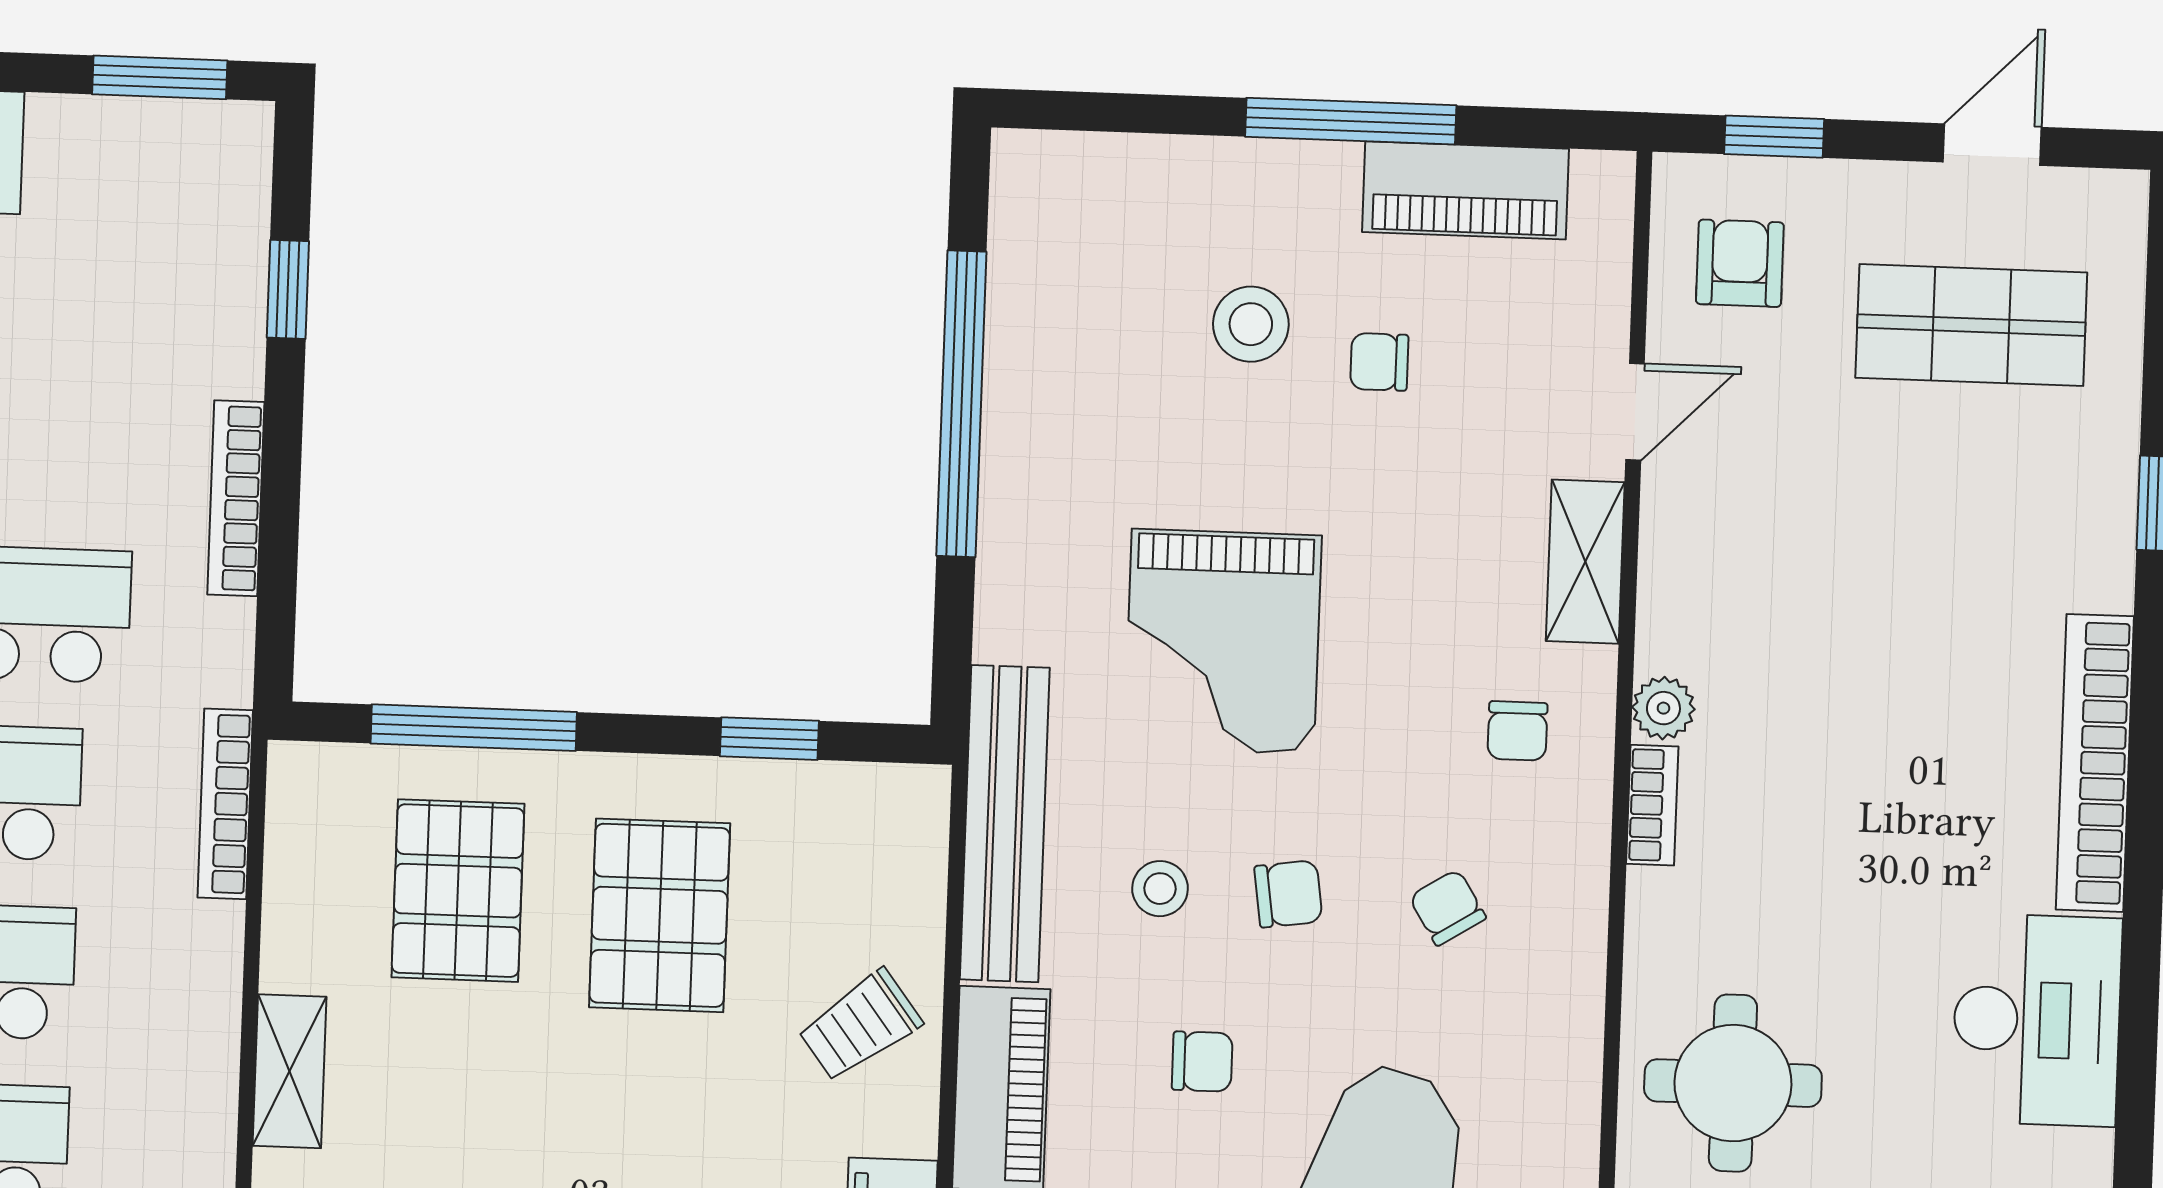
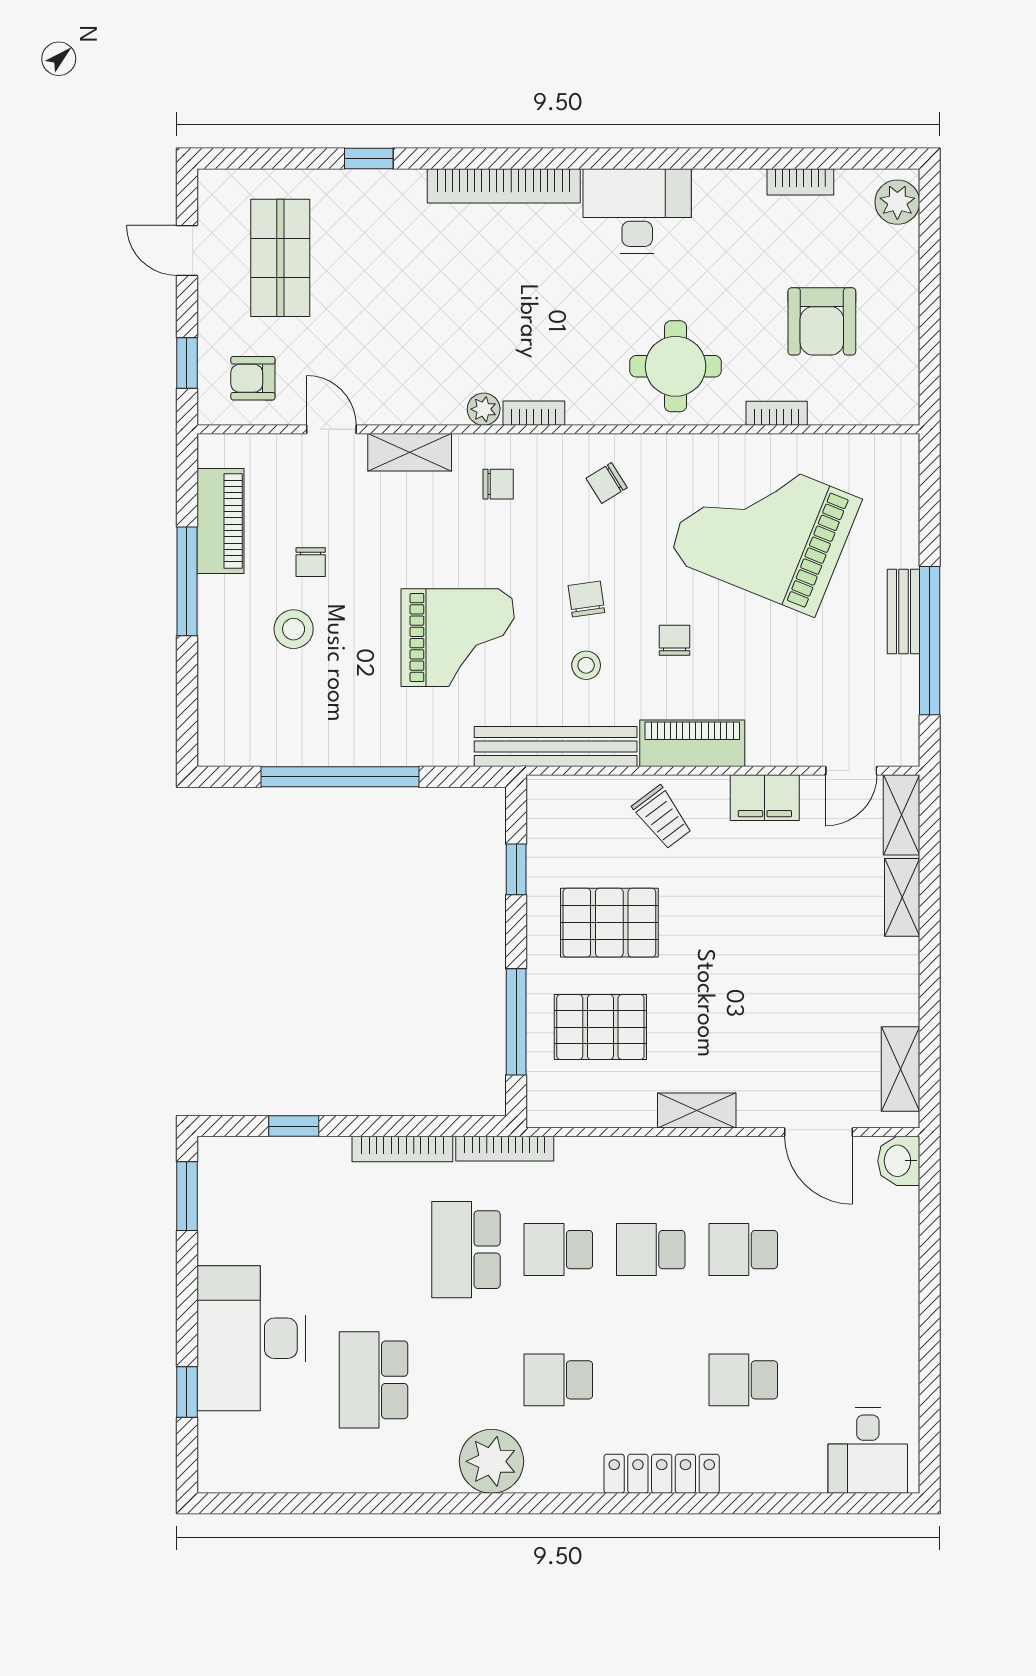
bookcase: (225, 804) -> (505, 1149), moved
chair: (1448, 907) -> (607, 483), moved

